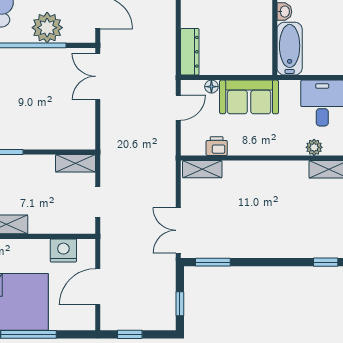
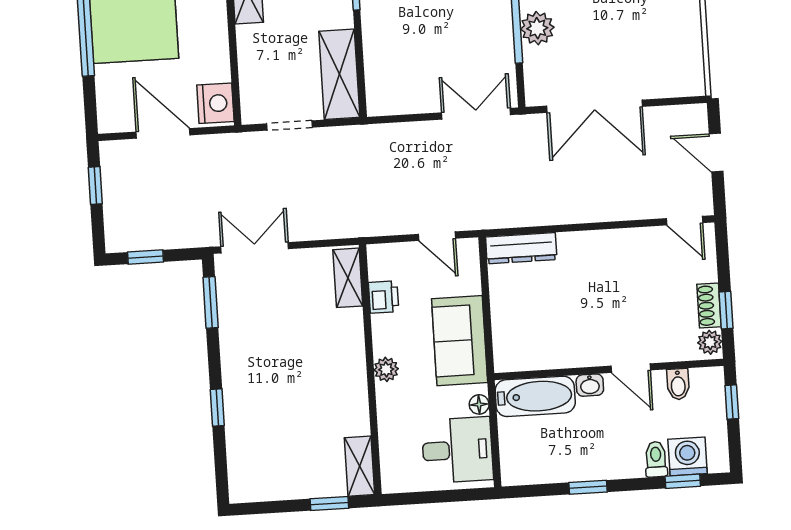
plant: (47, 28) -> (537, 28), width x0.73, depth x0.73
floor lamp: (211, 87) -> (479, 404), moved
plant: (314, 147) -> (386, 369), moved
shelving: (76, 163) -> (339, 74), width x1.50, depth x1.33
nightstand: (63, 250) -> (215, 103), moved
window: (326, 262) -> (217, 408), moved

